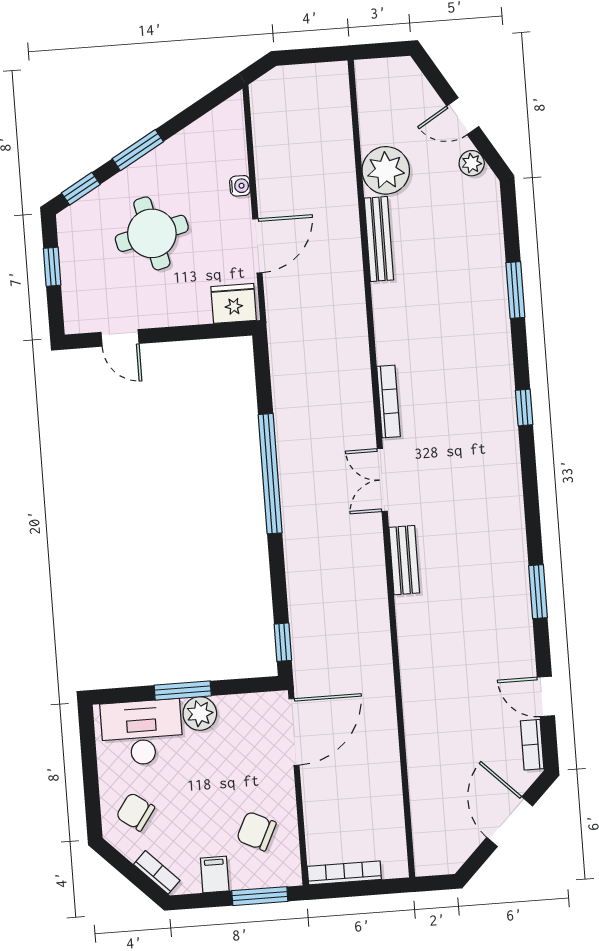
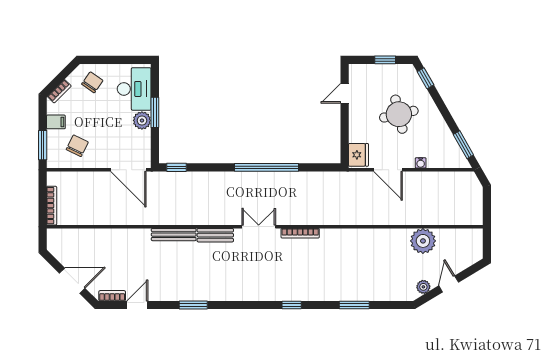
window: (138, 150) -> (463, 145), moved
bench: (379, 239) -> (174, 235), moved
bookcase: (344, 873) -> (52, 206), moved

